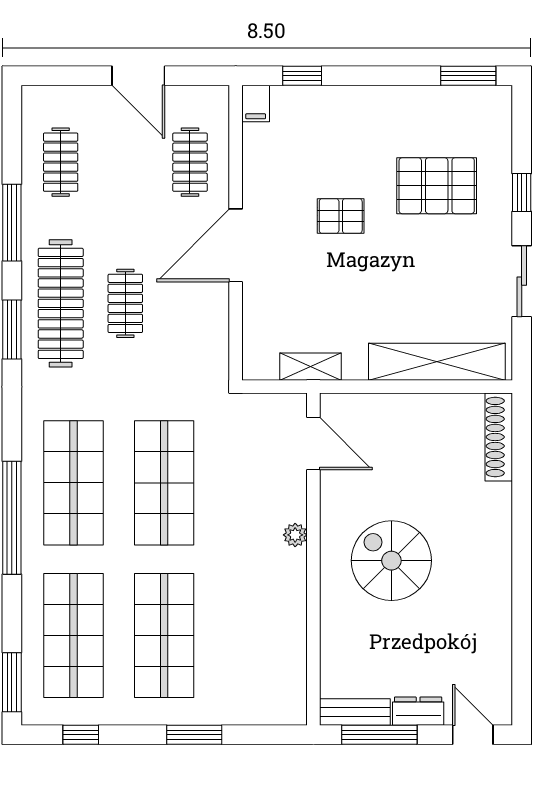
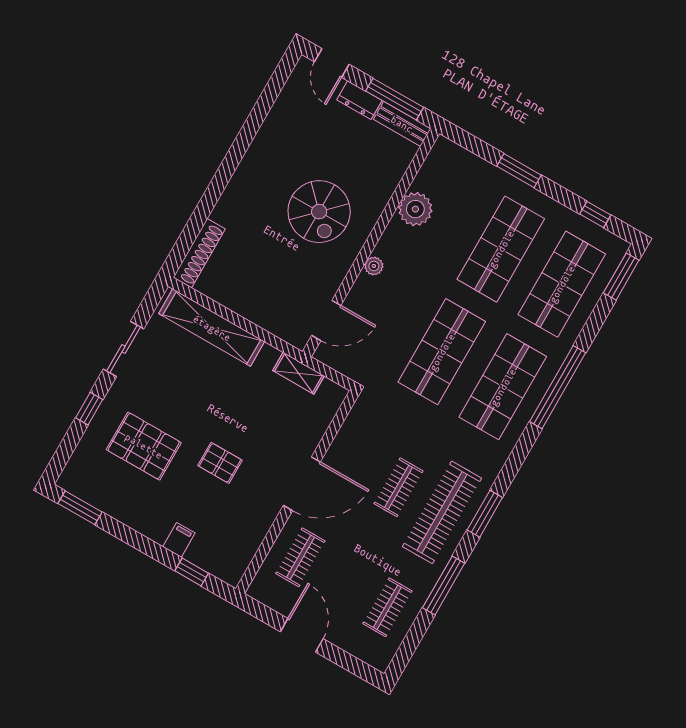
filing cabinet: (256, 103) -> (179, 540), moved
door: (313, 444) -> (326, 320), swing flipped
plant: (285, 625) -> (415, 209), added

